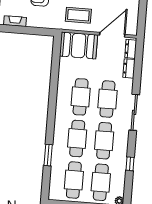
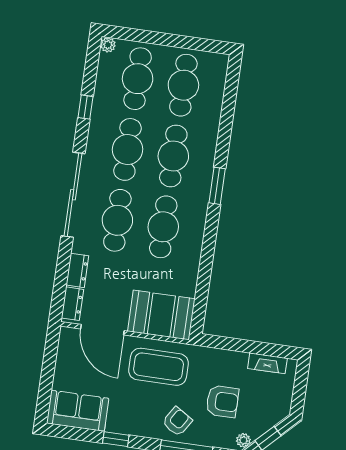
coffee table: (78, 15) -> (159, 367), width x1.36, depth x1.32
door: (112, 35) -> (102, 330), hinge flipped
sliding door: (134, 112) -> (73, 195), width x1.36
window: (48, 155) -> (217, 186), moved

